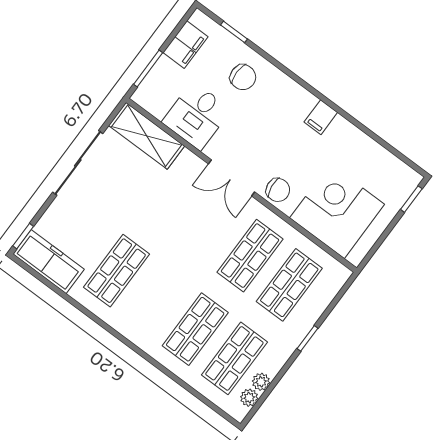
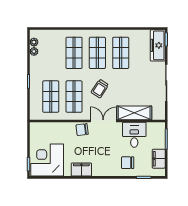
filing cabinet: (321, 117) -> (81, 170), width x2.00
shelving: (147, 136) -> (134, 113), moved
corner desk: (337, 211) -> (47, 160), moved, turned 180
trolley: (197, 237) -> (100, 89), added
freezer: (49, 262) -> (158, 45), moved, turned 90
shop shelf: (234, 358) -> (97, 53), moved

